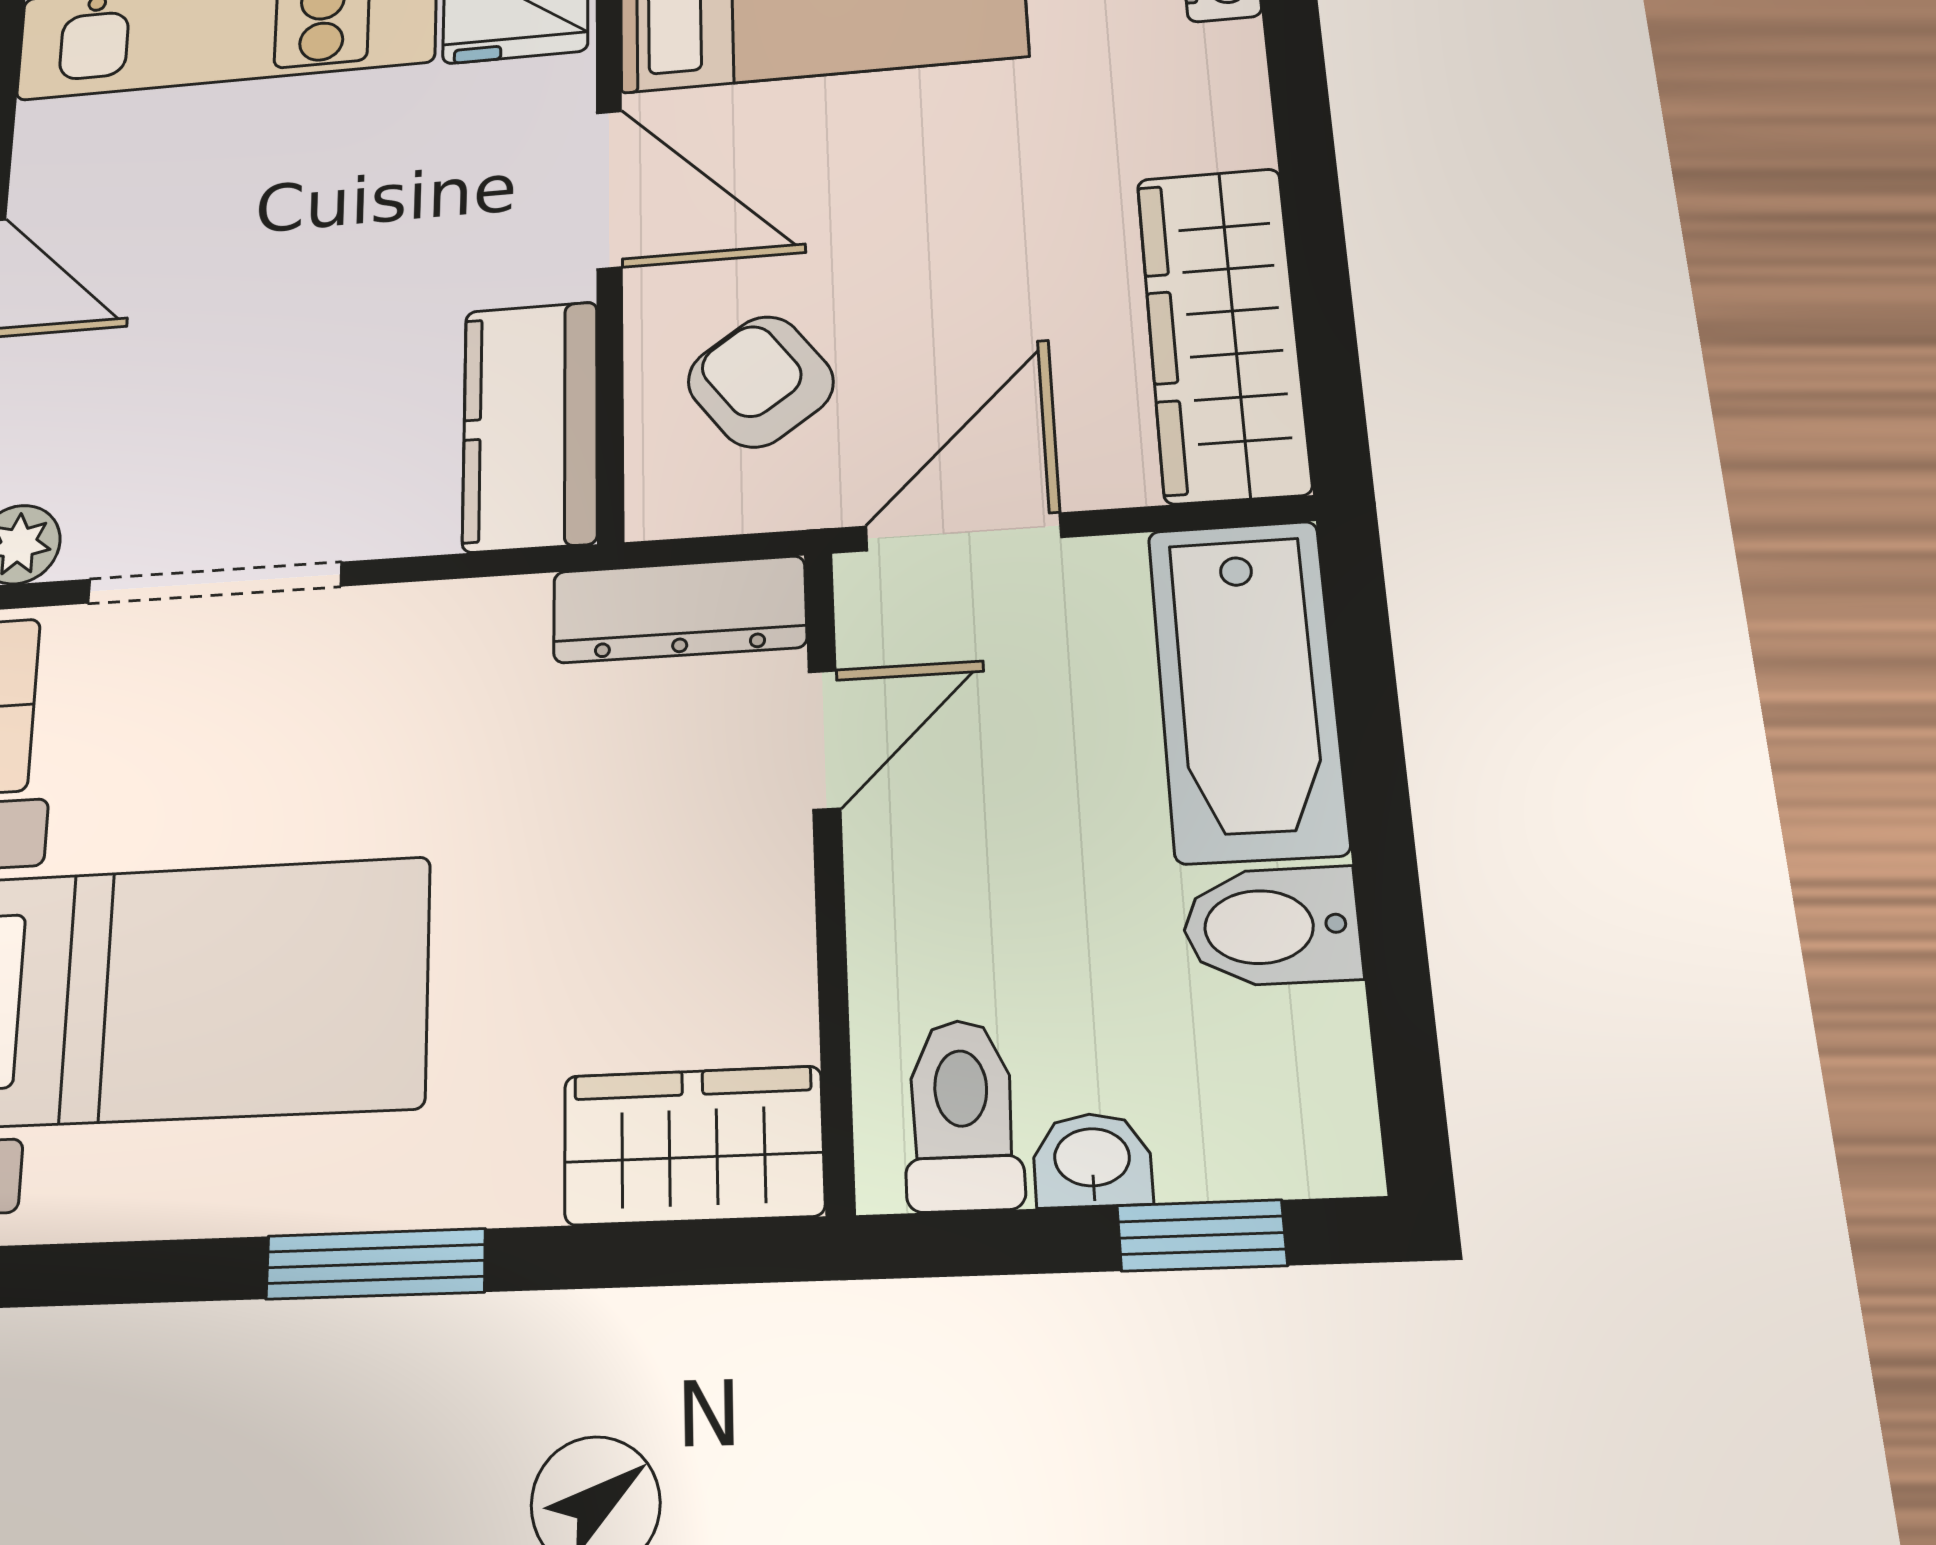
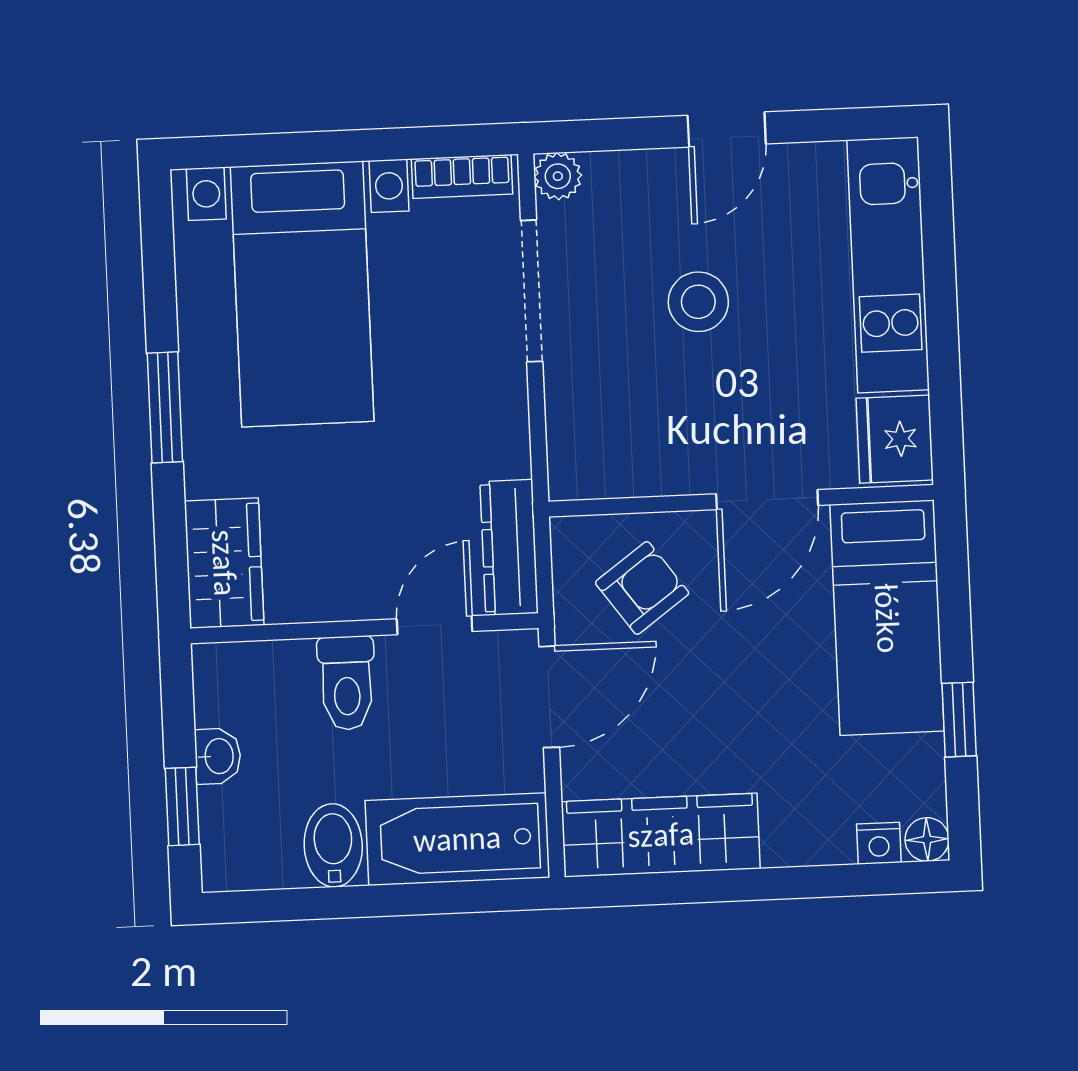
stool: (259, 311) -> (698, 302), added
kitchen counter: (530, 426) -> (620, 462), removed
door: (963, 532) -> (549, 697), hinge flipped
door: (825, 740) -> (435, 625), swing flipped
toilet: (962, 1115) -> (347, 683), moved, turned 90

